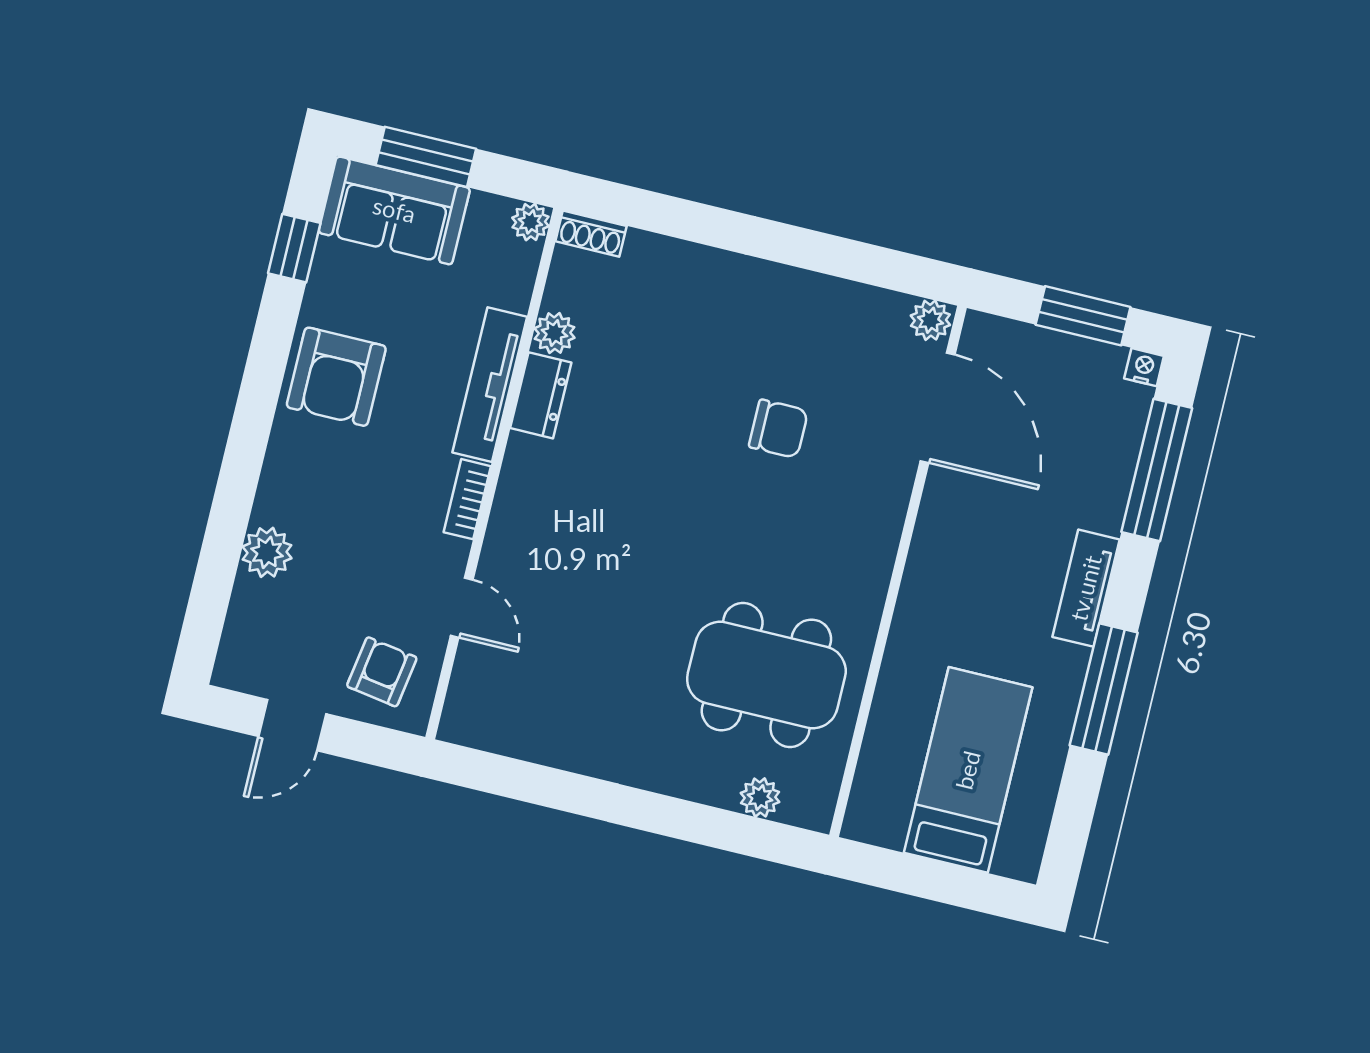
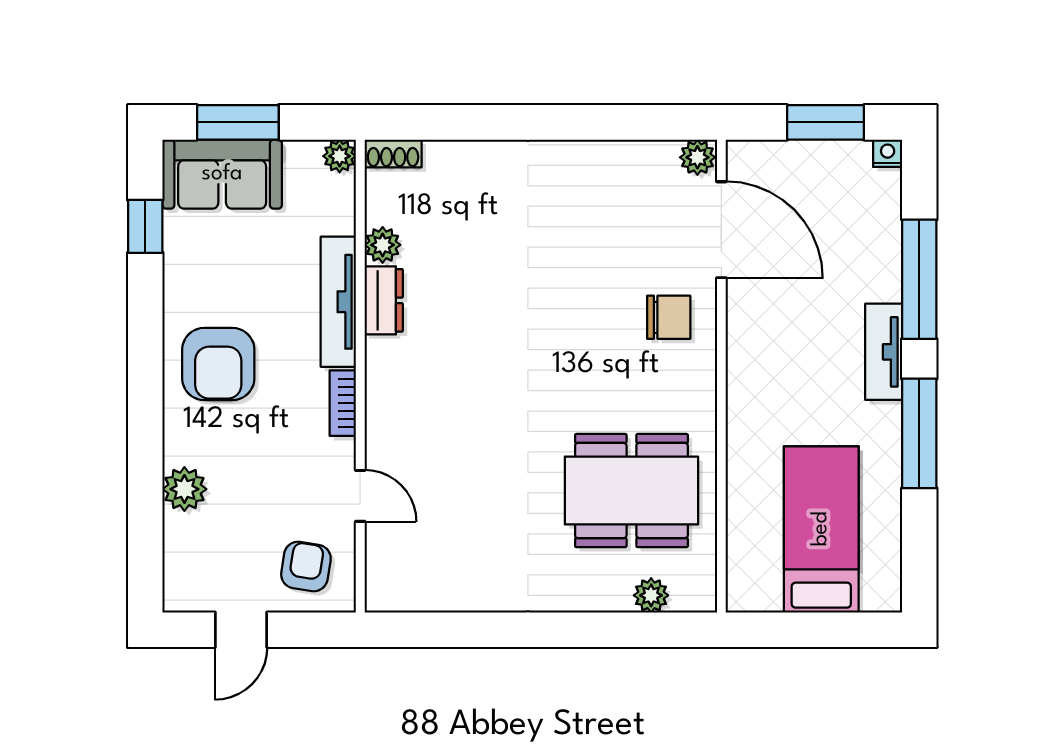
armchair: (336, 377) -> (218, 364), moved
chair: (779, 429) -> (669, 317), moved
window: (1157, 470) -> (919, 279), moved

